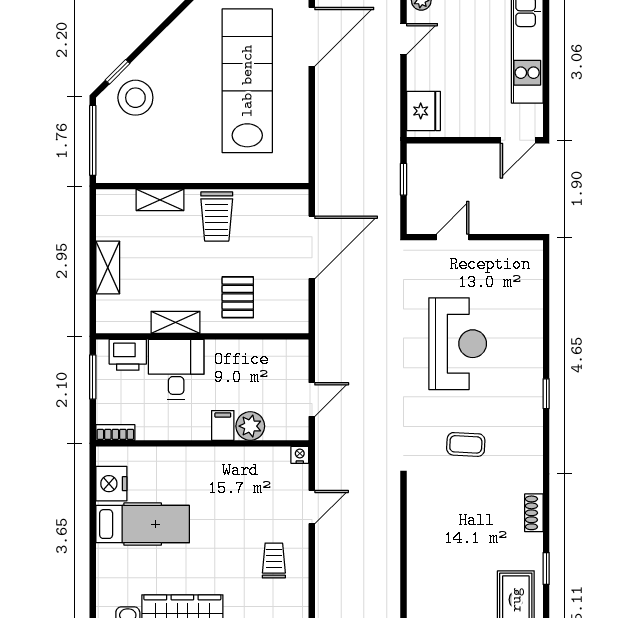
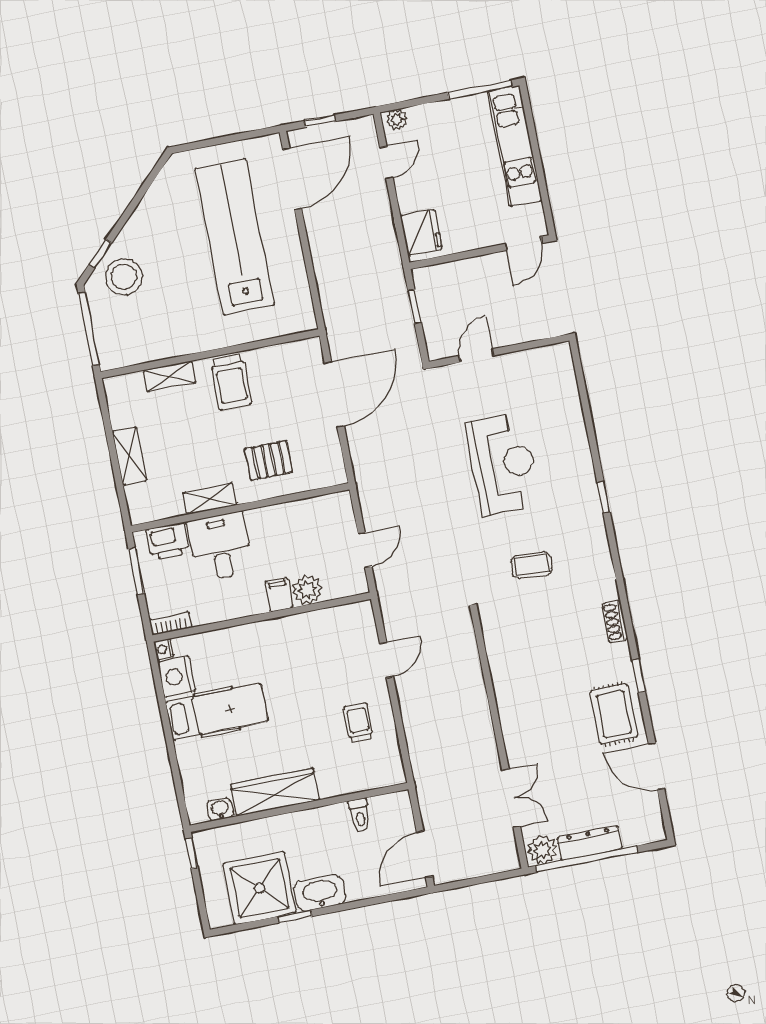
pallet: (238, 297) -> (269, 460), turned 90
nightstand: (300, 455) -> (164, 649), moved, turned -90

